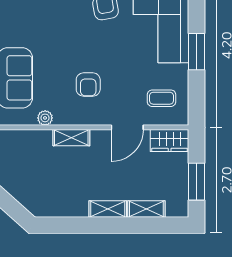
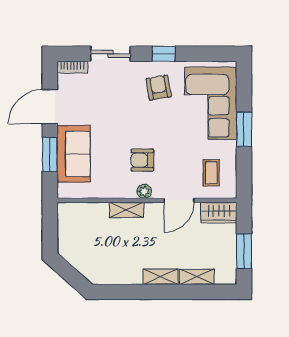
armchair: (88, 85) -> (142, 160), turned 90
coffee table: (162, 98) -> (211, 173), turned 90
plant: (45, 118) -> (144, 191), moved

